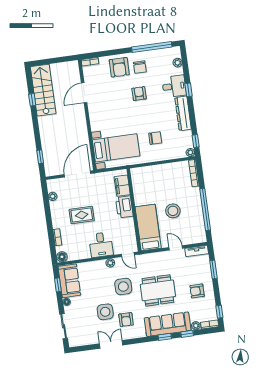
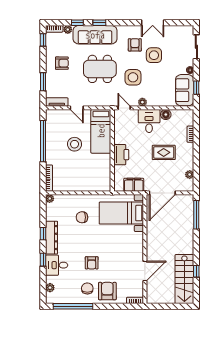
window: (196, 141) -> (43, 234), moved
window: (40, 157) -> (196, 215), width x2.17
filing cabinet: (122, 186) -> (134, 185), moved, turned -90
floor lamp: (62, 257) -> (166, 114), moved

